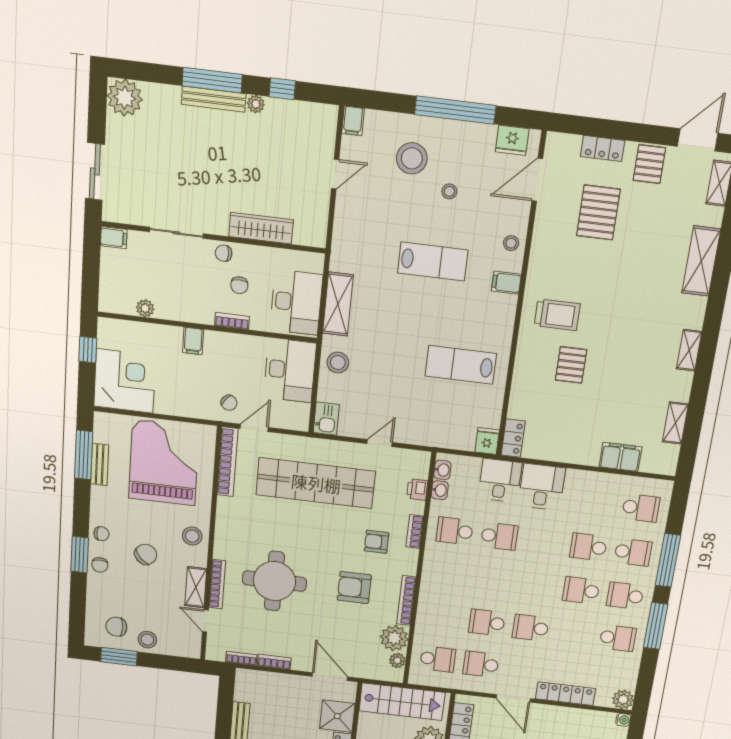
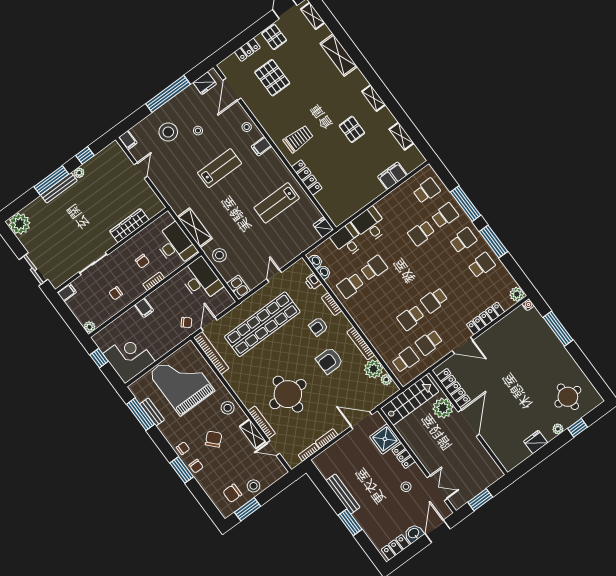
chair: (224, 253) -> (116, 293), moved
plant: (145, 308) -> (90, 327), moved
pallet: (571, 365) -> (352, 129), moved
locker: (513, 438) -> (307, 178), moved, width x1.53
school desk: (581, 590) -> (440, 258), removed
school desk: (625, 596) -> (463, 240), turned 180

